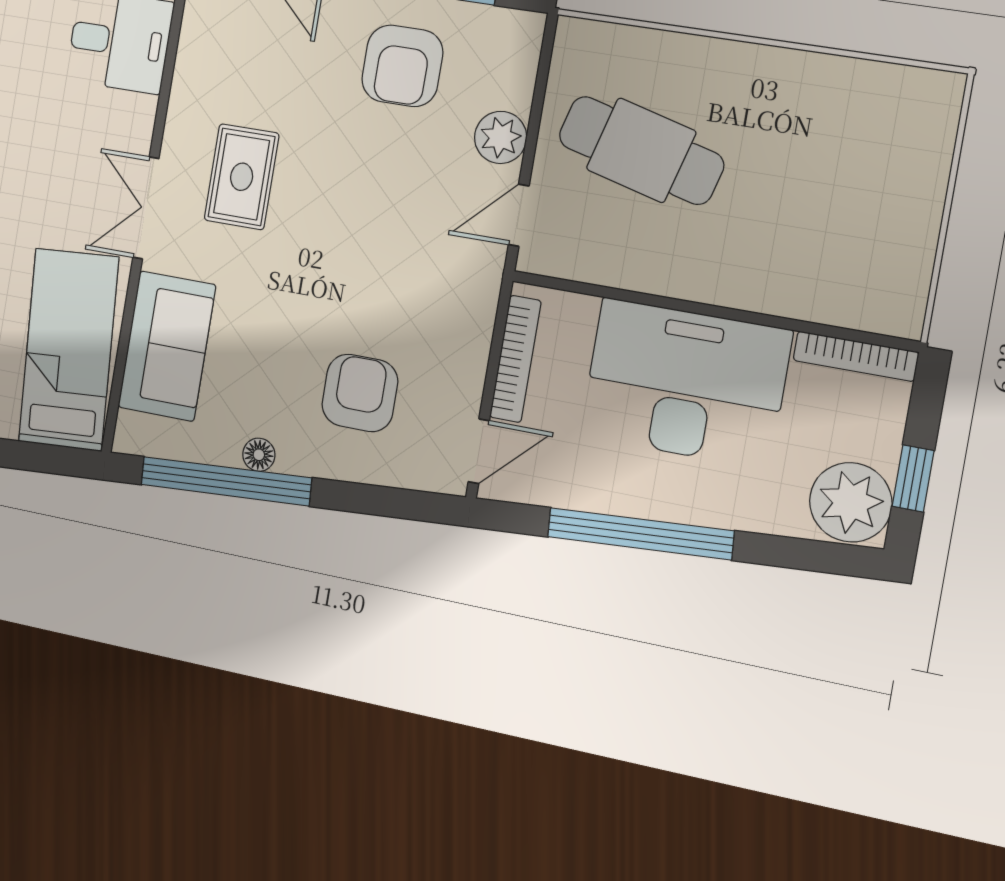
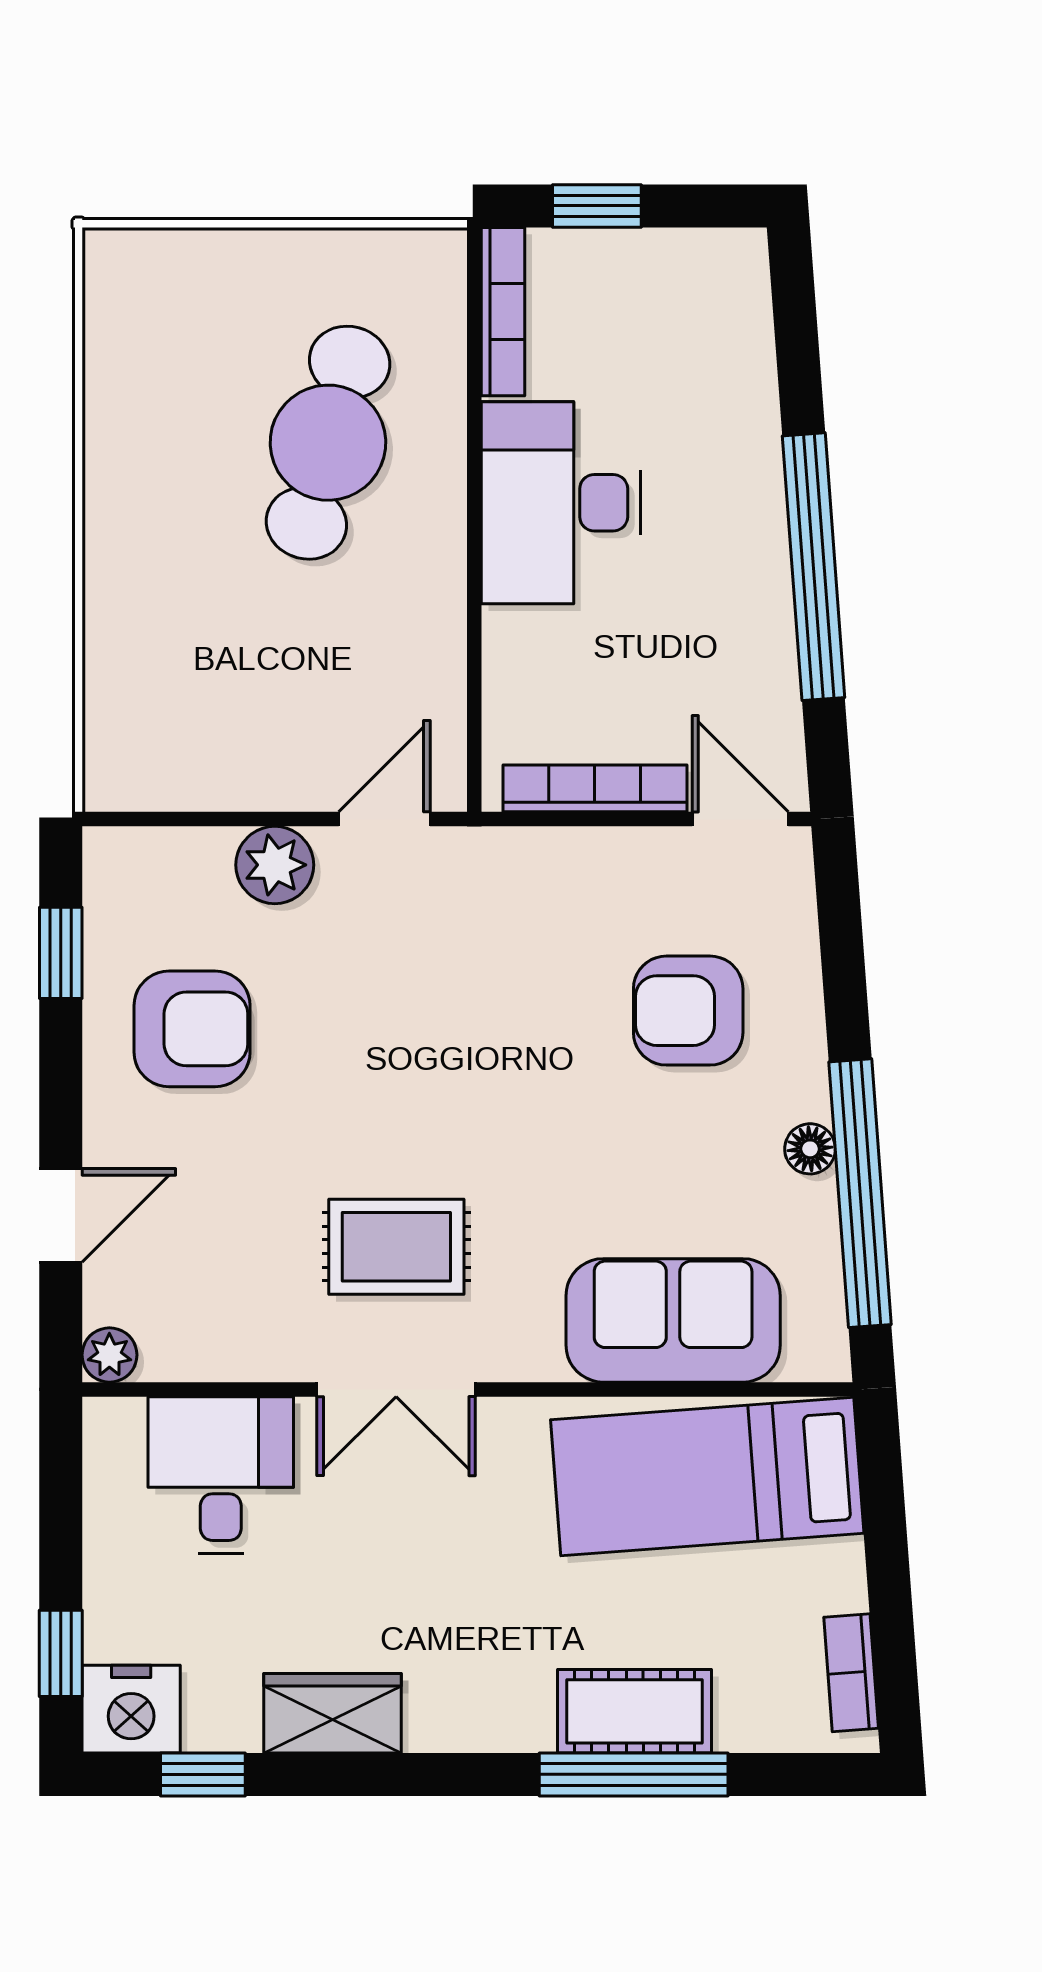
cafe table: (641, 150) -> (328, 443), moved
double door: (146, 208) -> (396, 1389), moved
door: (519, 215) -> (384, 819), swing flipped
desk: (685, 383) -> (561, 503), width x0.73, depth x0.77
window: (913, 478) -> (597, 206), moved
plant: (851, 502) -> (710, 284), removed

